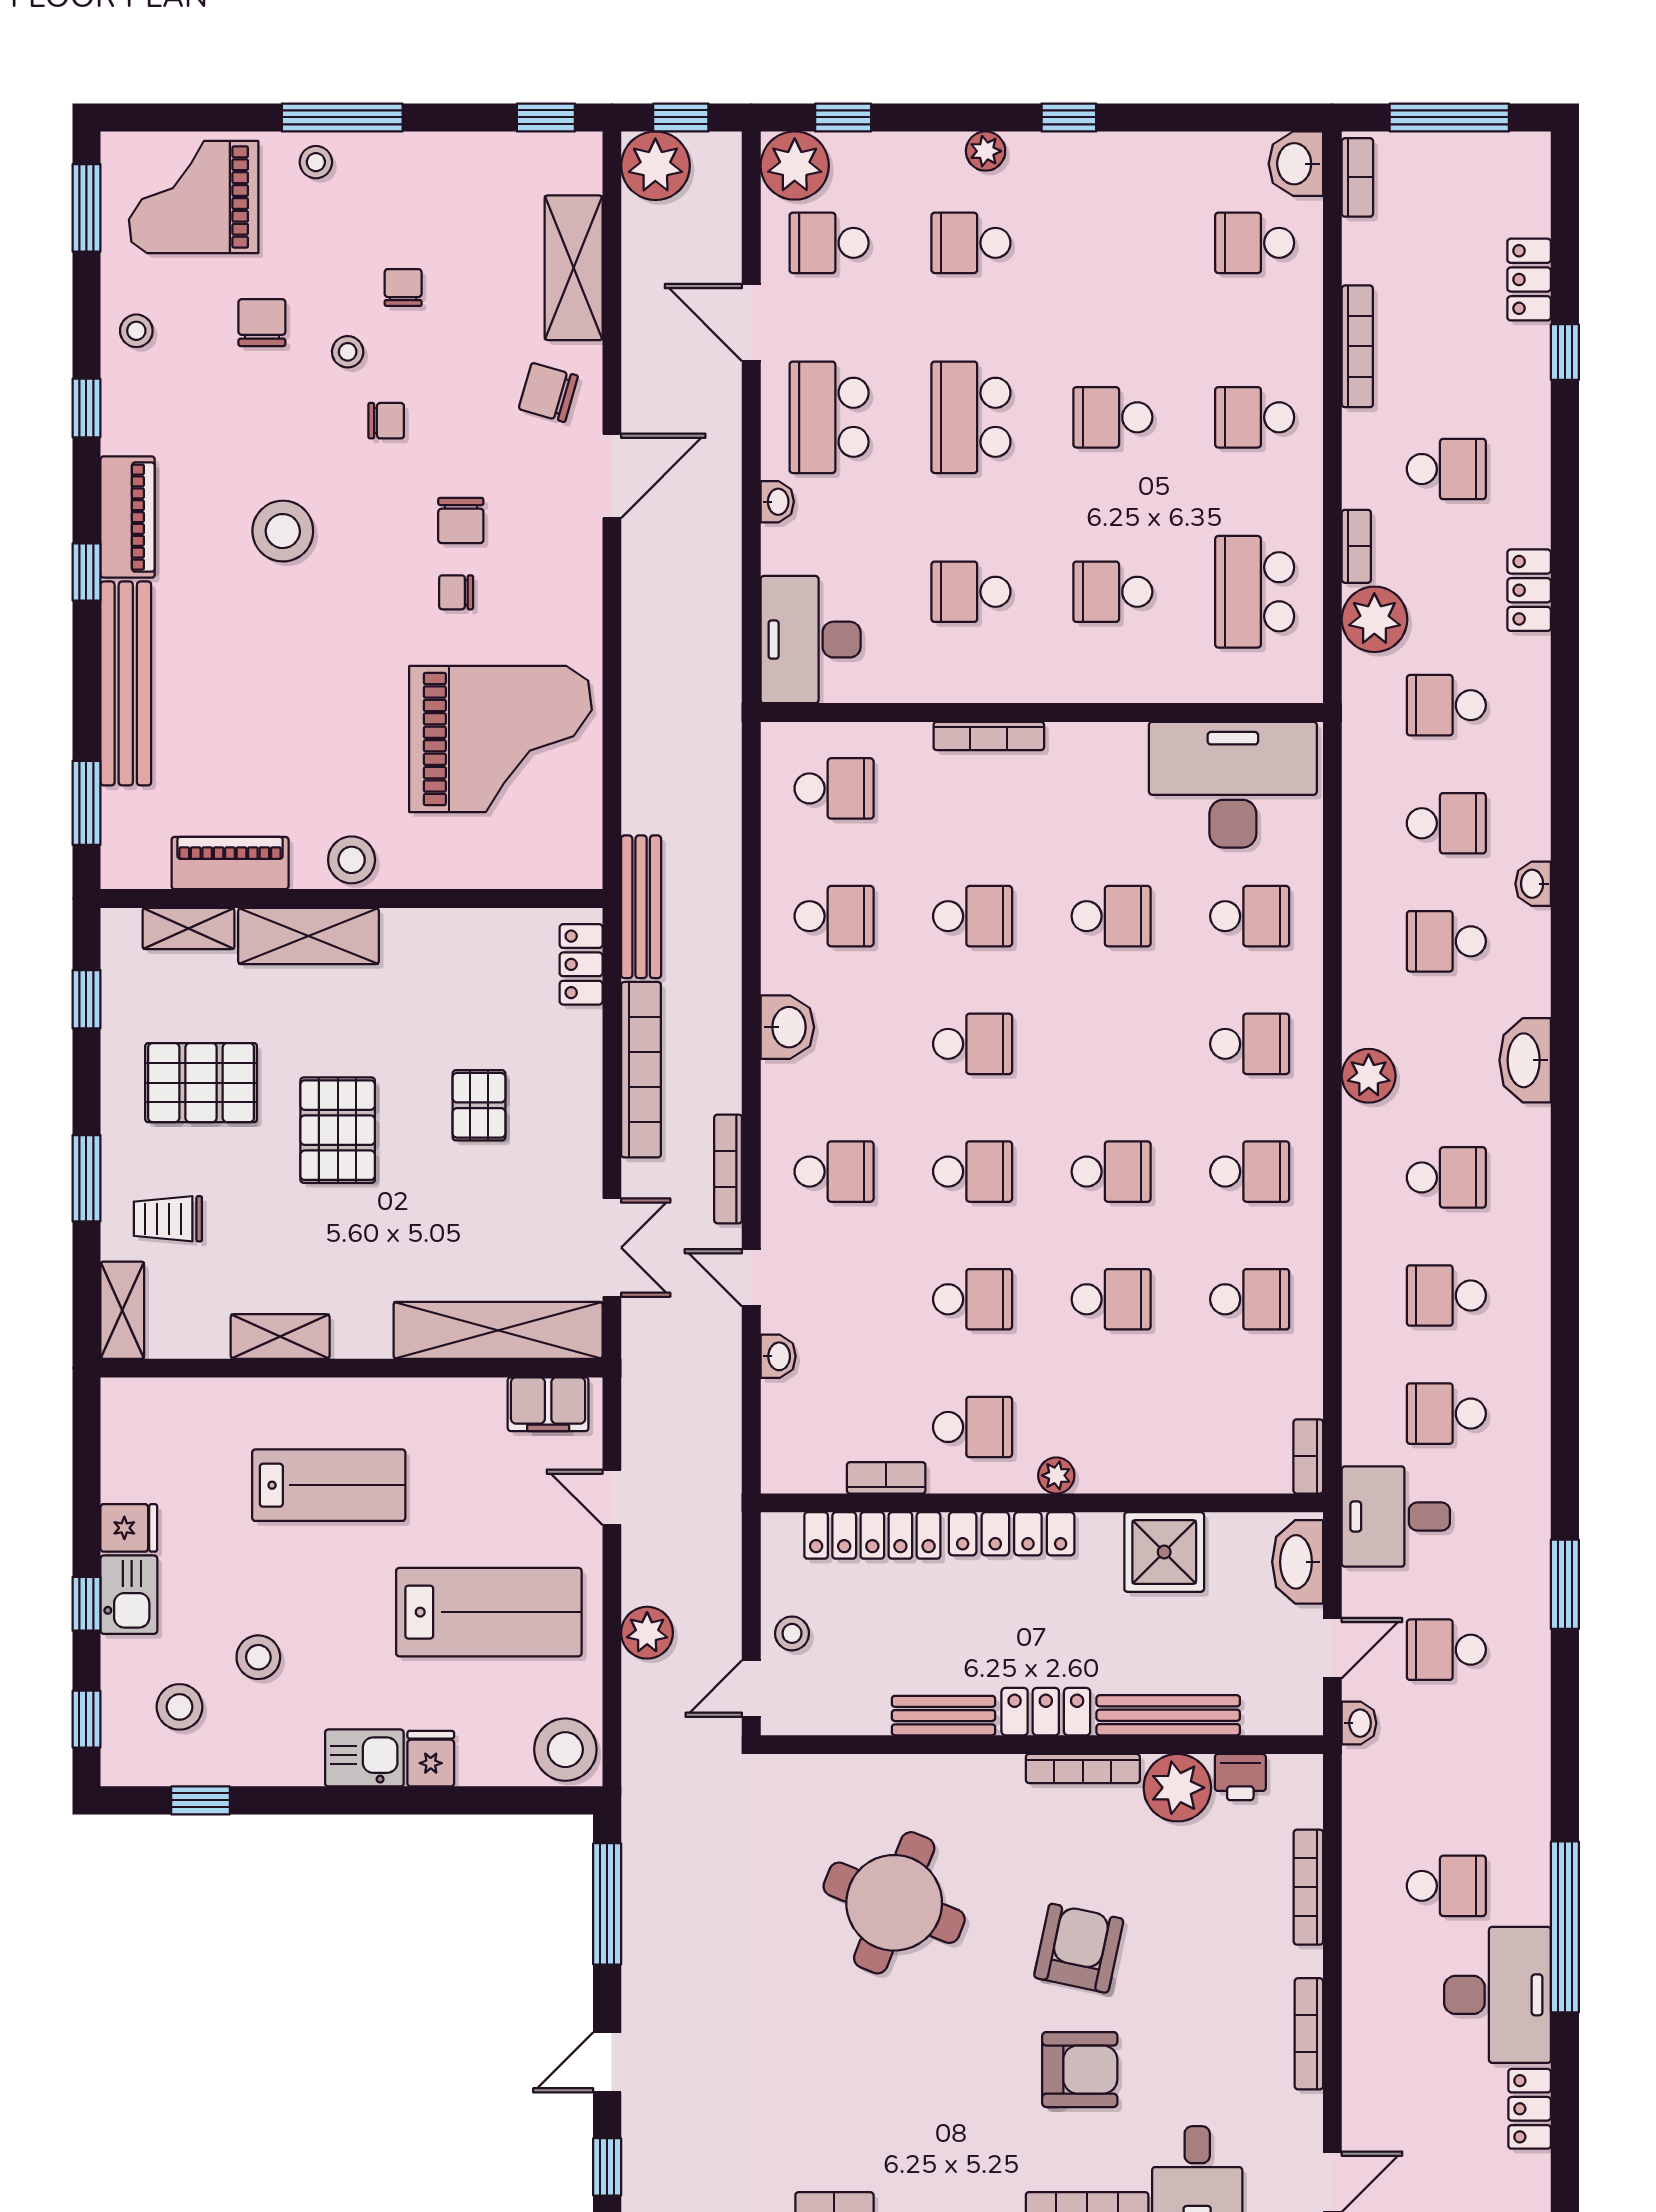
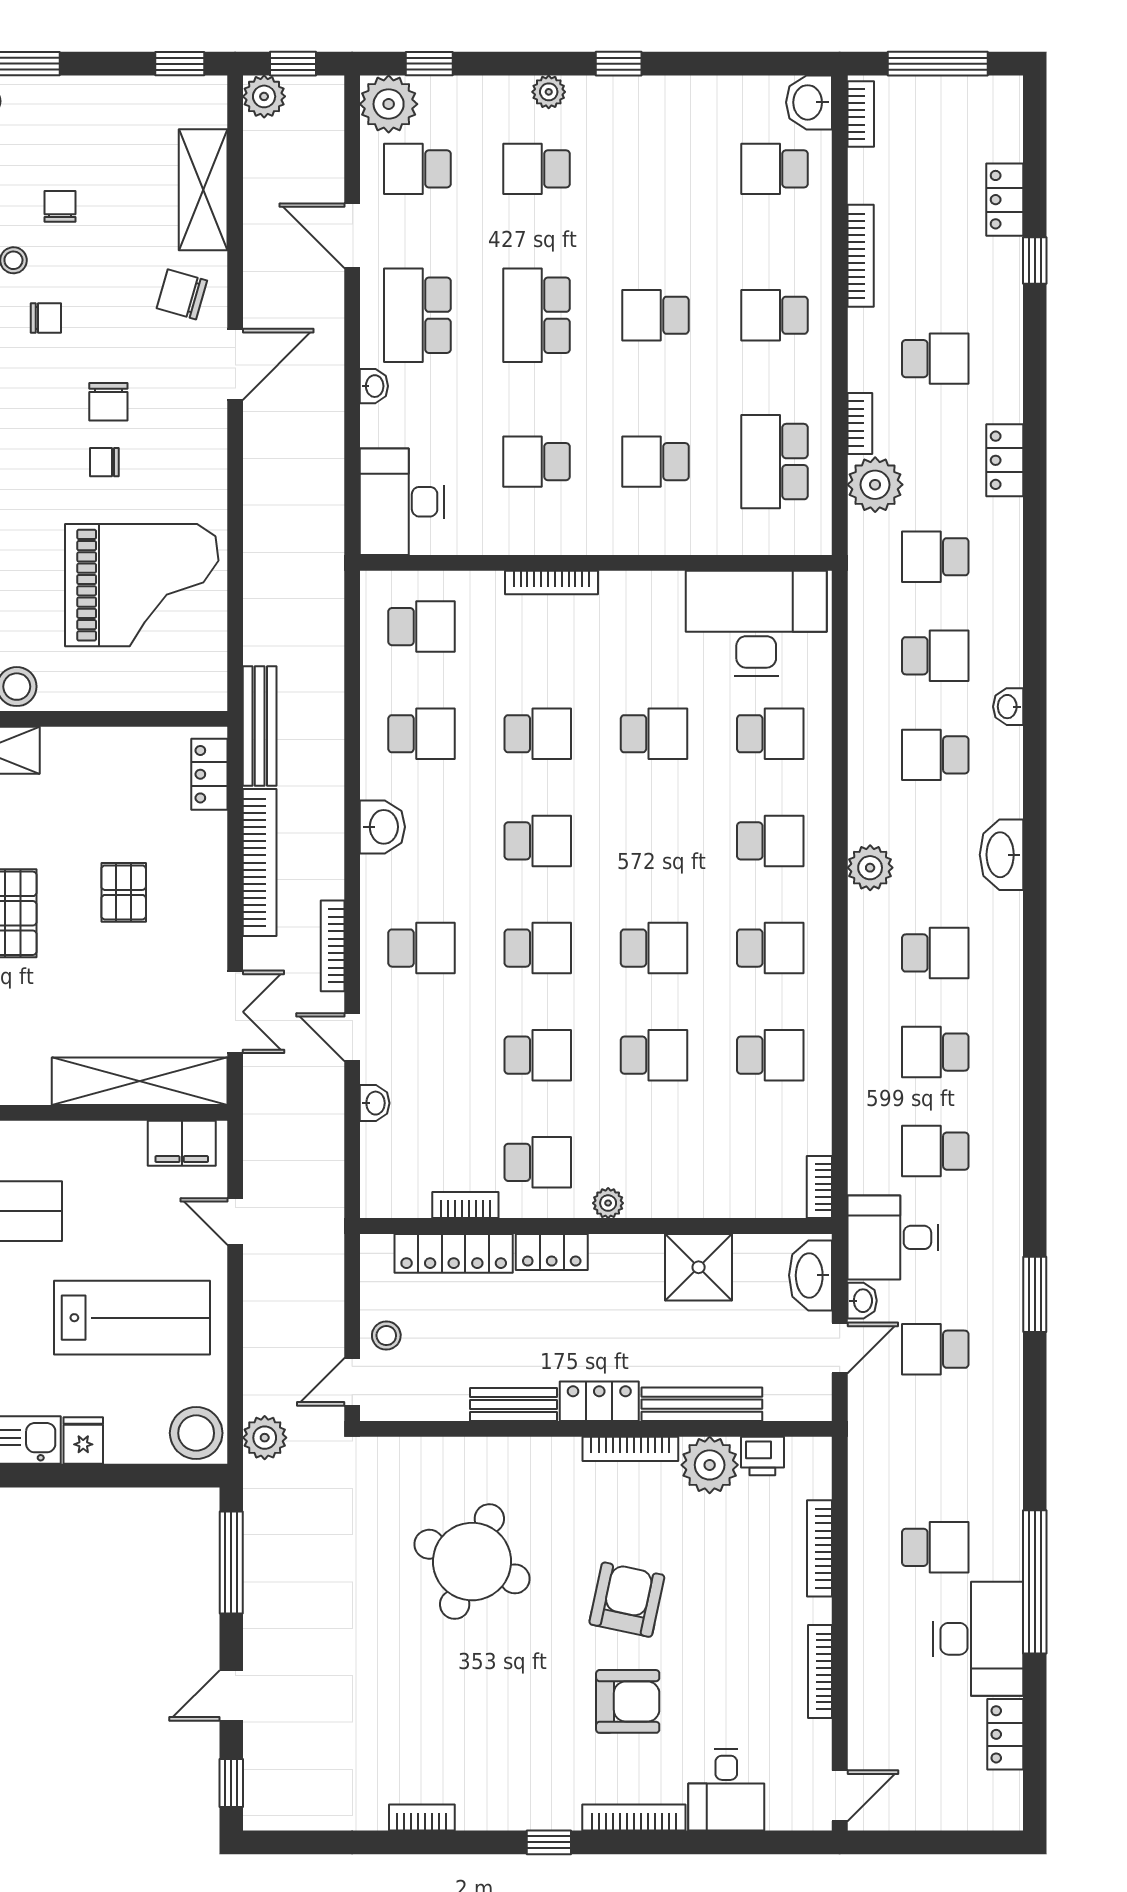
plant: (655, 166) -> (264, 96), width x0.73, depth x0.73
locker: (1012, 1534) -> (552, 1252), width x0.66
plant: (647, 1633) -> (265, 1438), moved
washbasin: (1359, 1723) -> (862, 1301), moved

